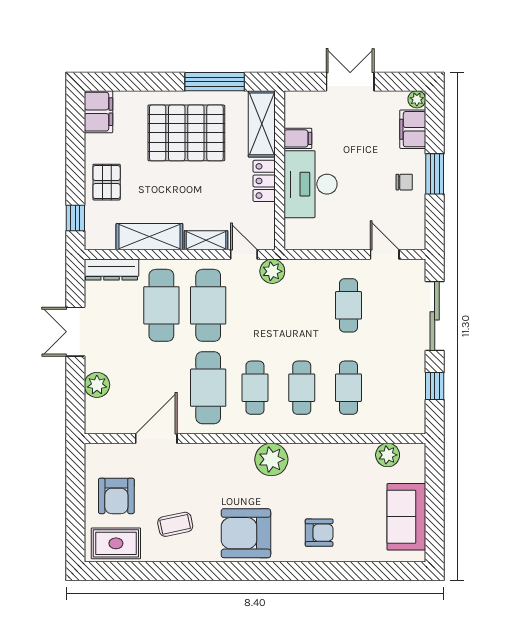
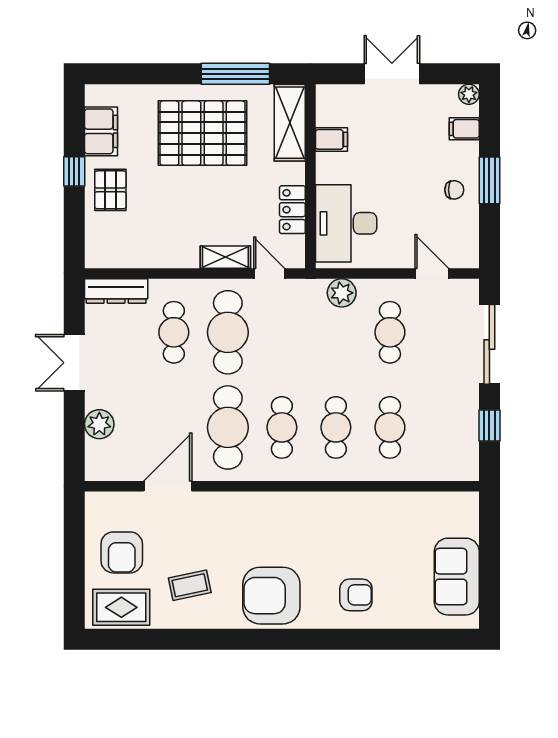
filing cabinet: (98, 112) -> (101, 131), moved
filing cabinet: (413, 129) -> (464, 129), width x0.50
locker: (264, 181) -> (292, 210), moved
desk: (311, 184) -> (346, 223), moved
window: (75, 218) -> (74, 171), moved
shelving: (149, 237) -> (160, 253), removed
plant: (272, 271) -> (342, 293), moved
cafe table: (161, 305) -> (174, 332), width x0.73, depth x0.74
plant: (388, 455) -> (435, 505), removed
plant: (271, 459) -> (301, 510), removed

